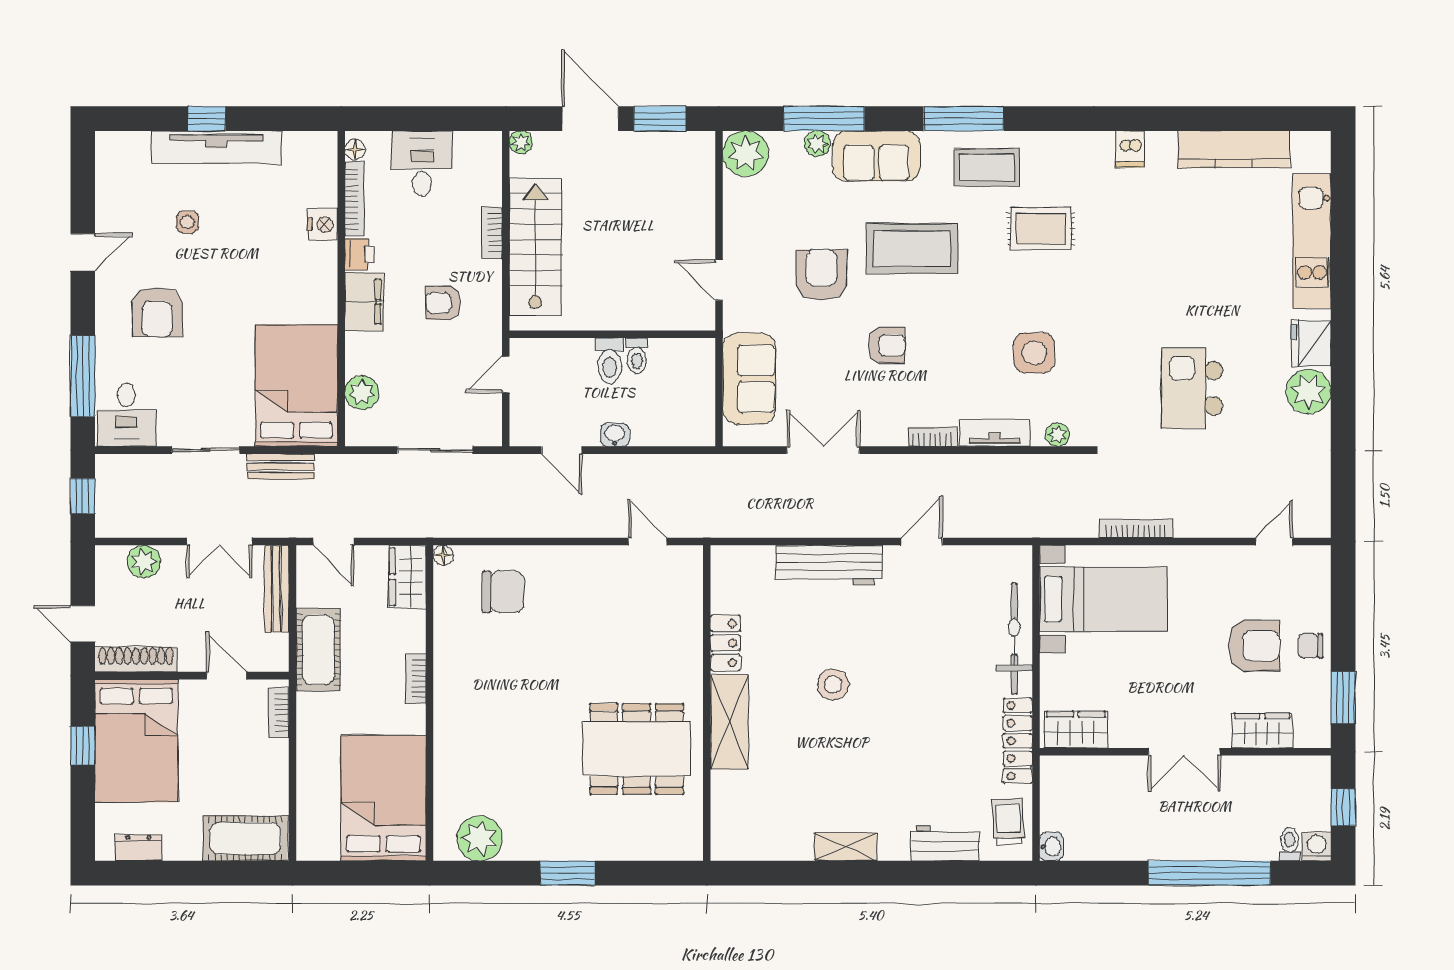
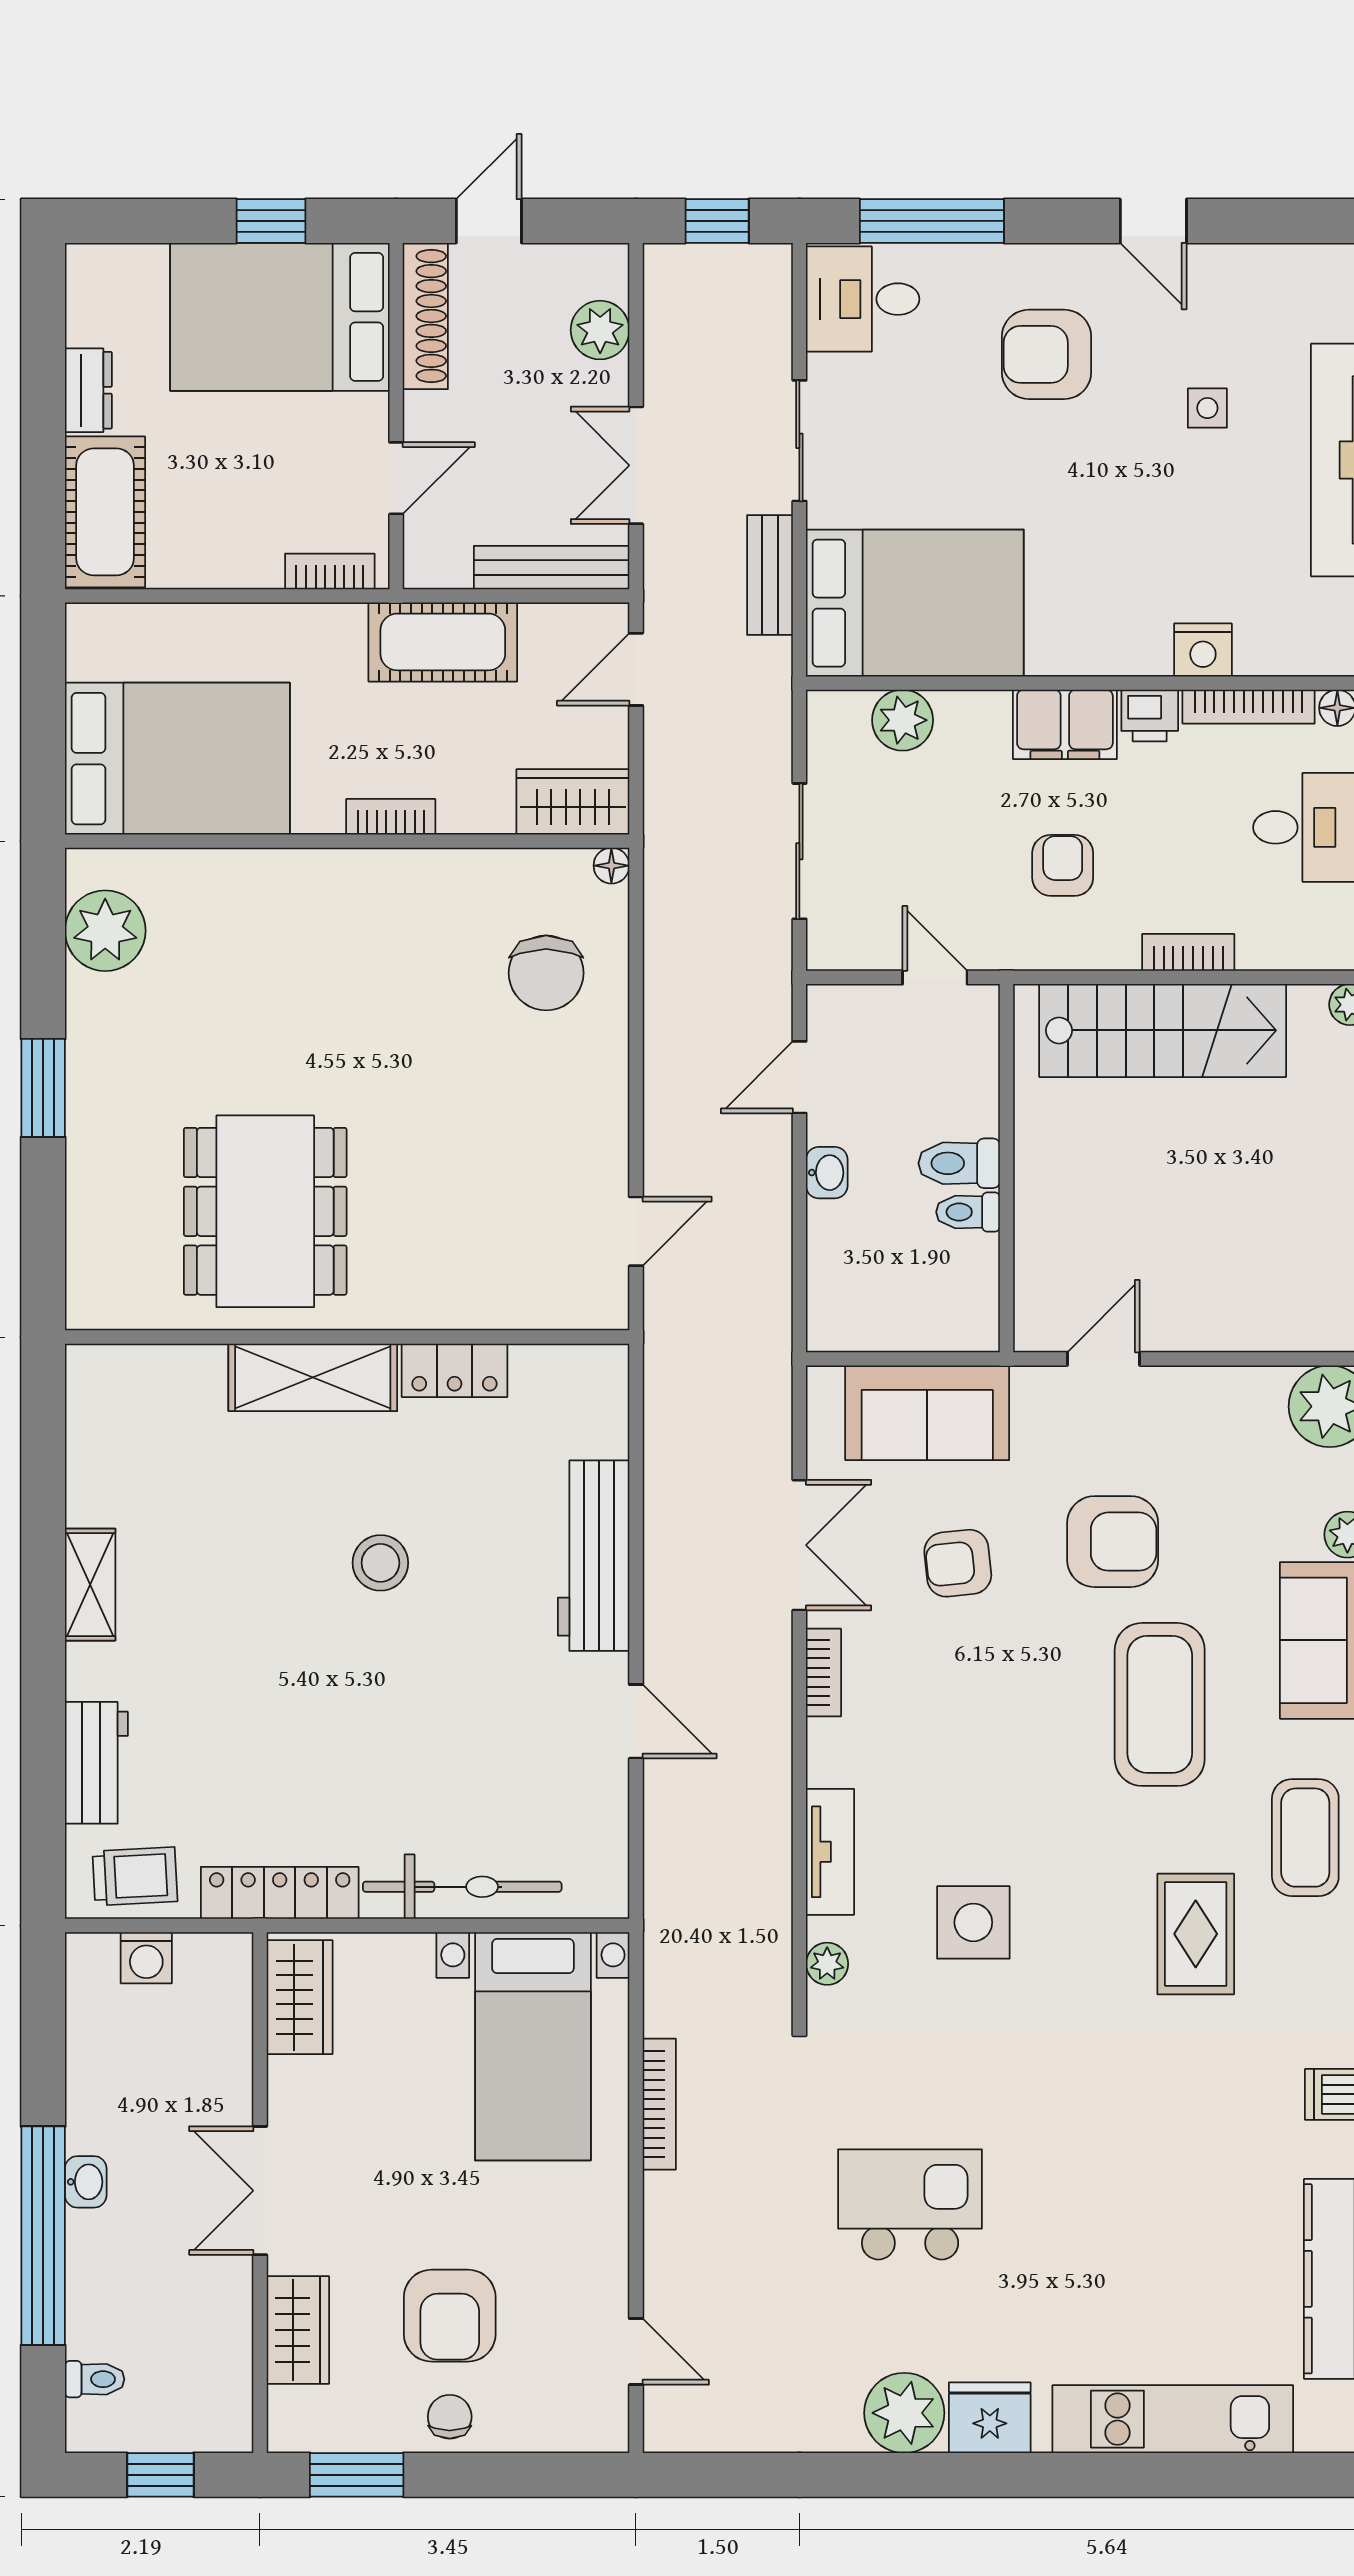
armchair: (887, 345) -> (958, 1563), moved, turned 84
bookcase: (933, 437) -> (824, 1673), moved
washbasin: (1051, 846) -> (86, 2182), moved, turned -90
washing machine: (1317, 847) -> (146, 1958), moved, turned 90
dresser: (138, 848) -> (88, 390), moved

